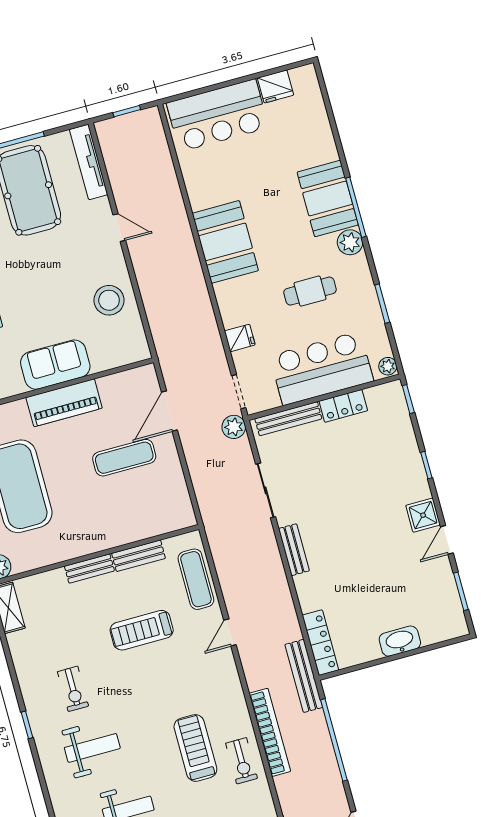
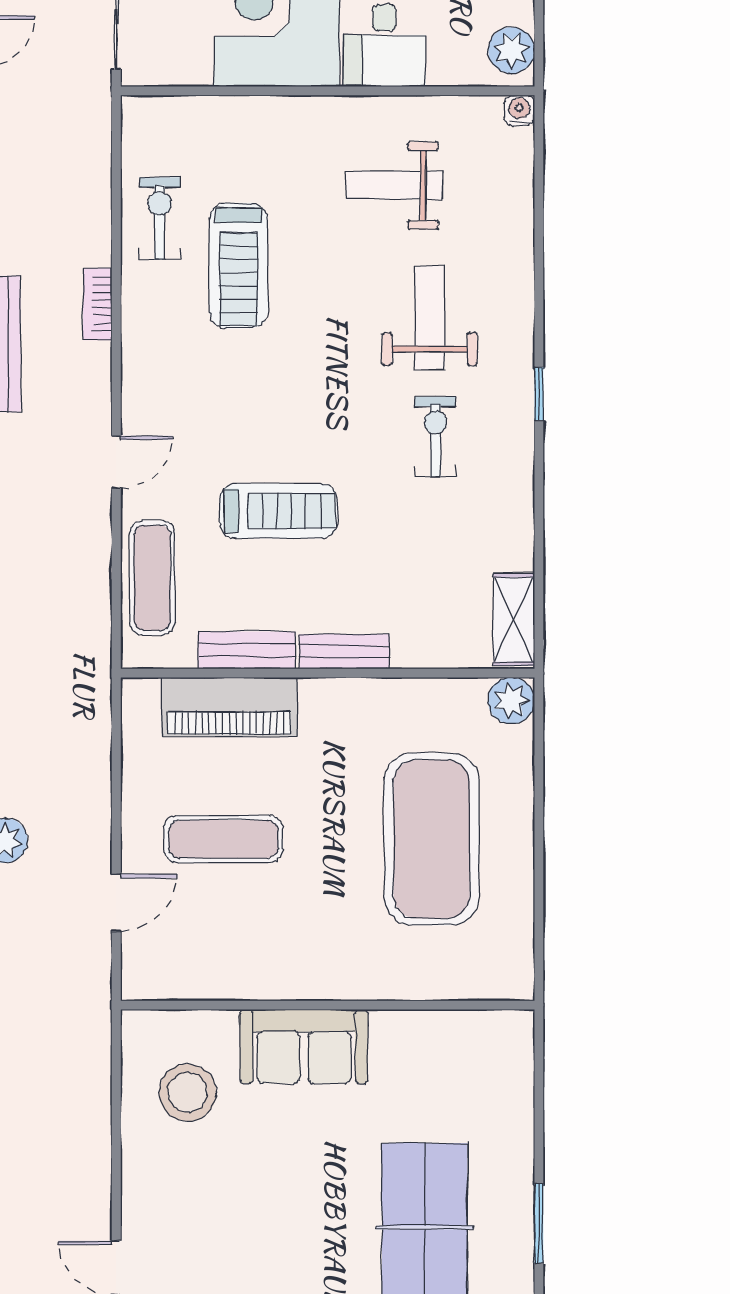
stool: (109, 300) -> (188, 1093), moved
piano: (64, 403) -> (229, 707), moved, turned 180
door: (169, 411) -> (116, 903), width x0.73
bookcase: (270, 732) -> (98, 304), width x0.43, depth x0.76
weight bench: (92, 748) -> (430, 318), turned 90

